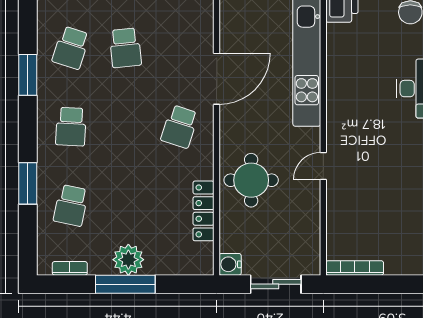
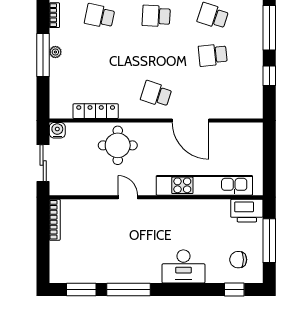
plant: (128, 260) -> (55, 52), width x0.53, depth x0.53

